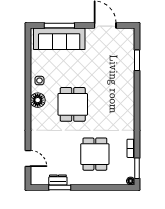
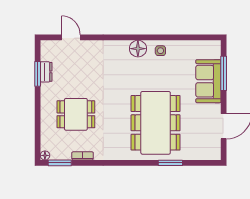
sofa: (59, 39) -> (208, 81), width x0.73
window: (137, 60) -> (170, 163), moved
dining table: (73, 104) -> (156, 123), moved, width x1.87, depth x1.24
door: (28, 158) -> (71, 37), swing flipped

